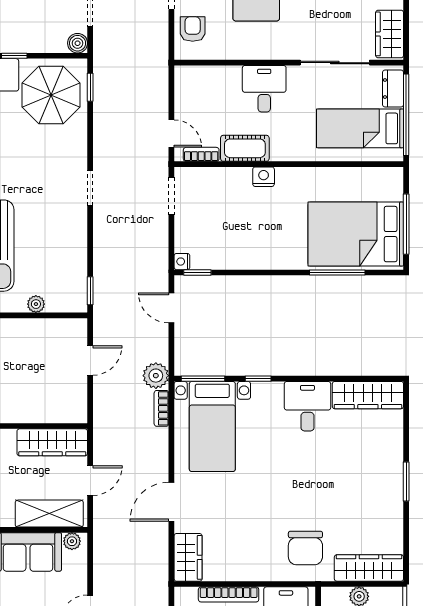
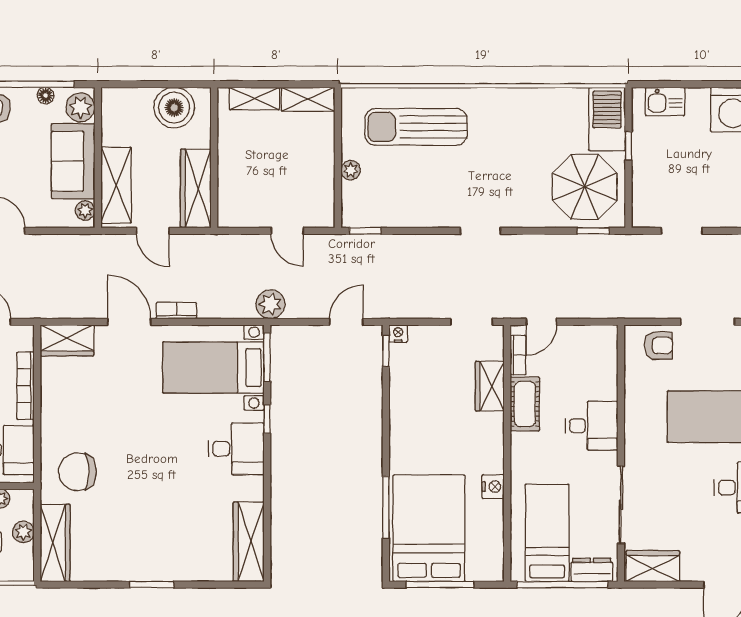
boiler: (78, 43) -> (643, 217), removed
nightstand: (264, 177) -> (493, 487), moved
wardrobe: (229, 180) -> (490, 386), added
desk: (307, 406) -> (236, 449), moved
bookcase: (161, 408) -> (176, 311), moved

